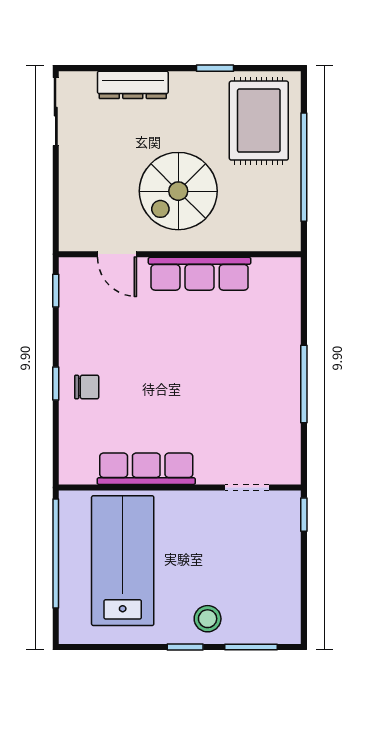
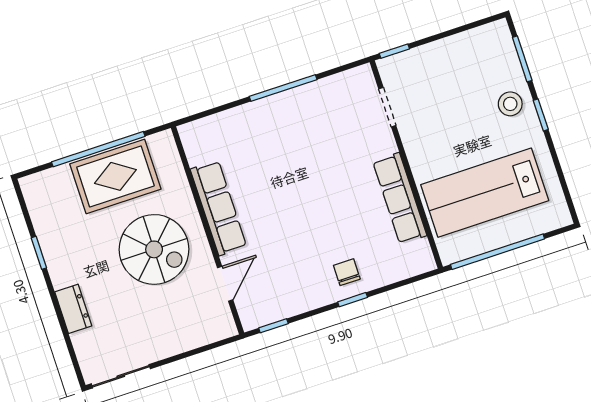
dresser: (133, 85) -> (73, 309), width x0.70
rug: (259, 121) -> (115, 176), moved

